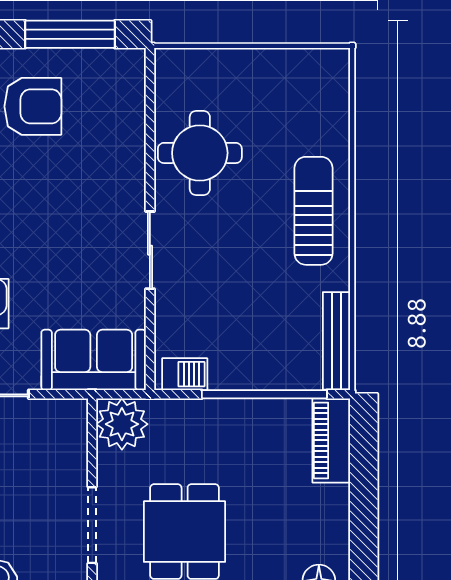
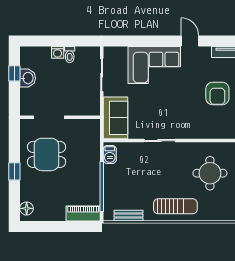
round table: (200, 153) -> (210, 173), moved
bench: (336, 341) -> (128, 216), width x0.73
plant: (122, 424) -> (90, 129), removed

